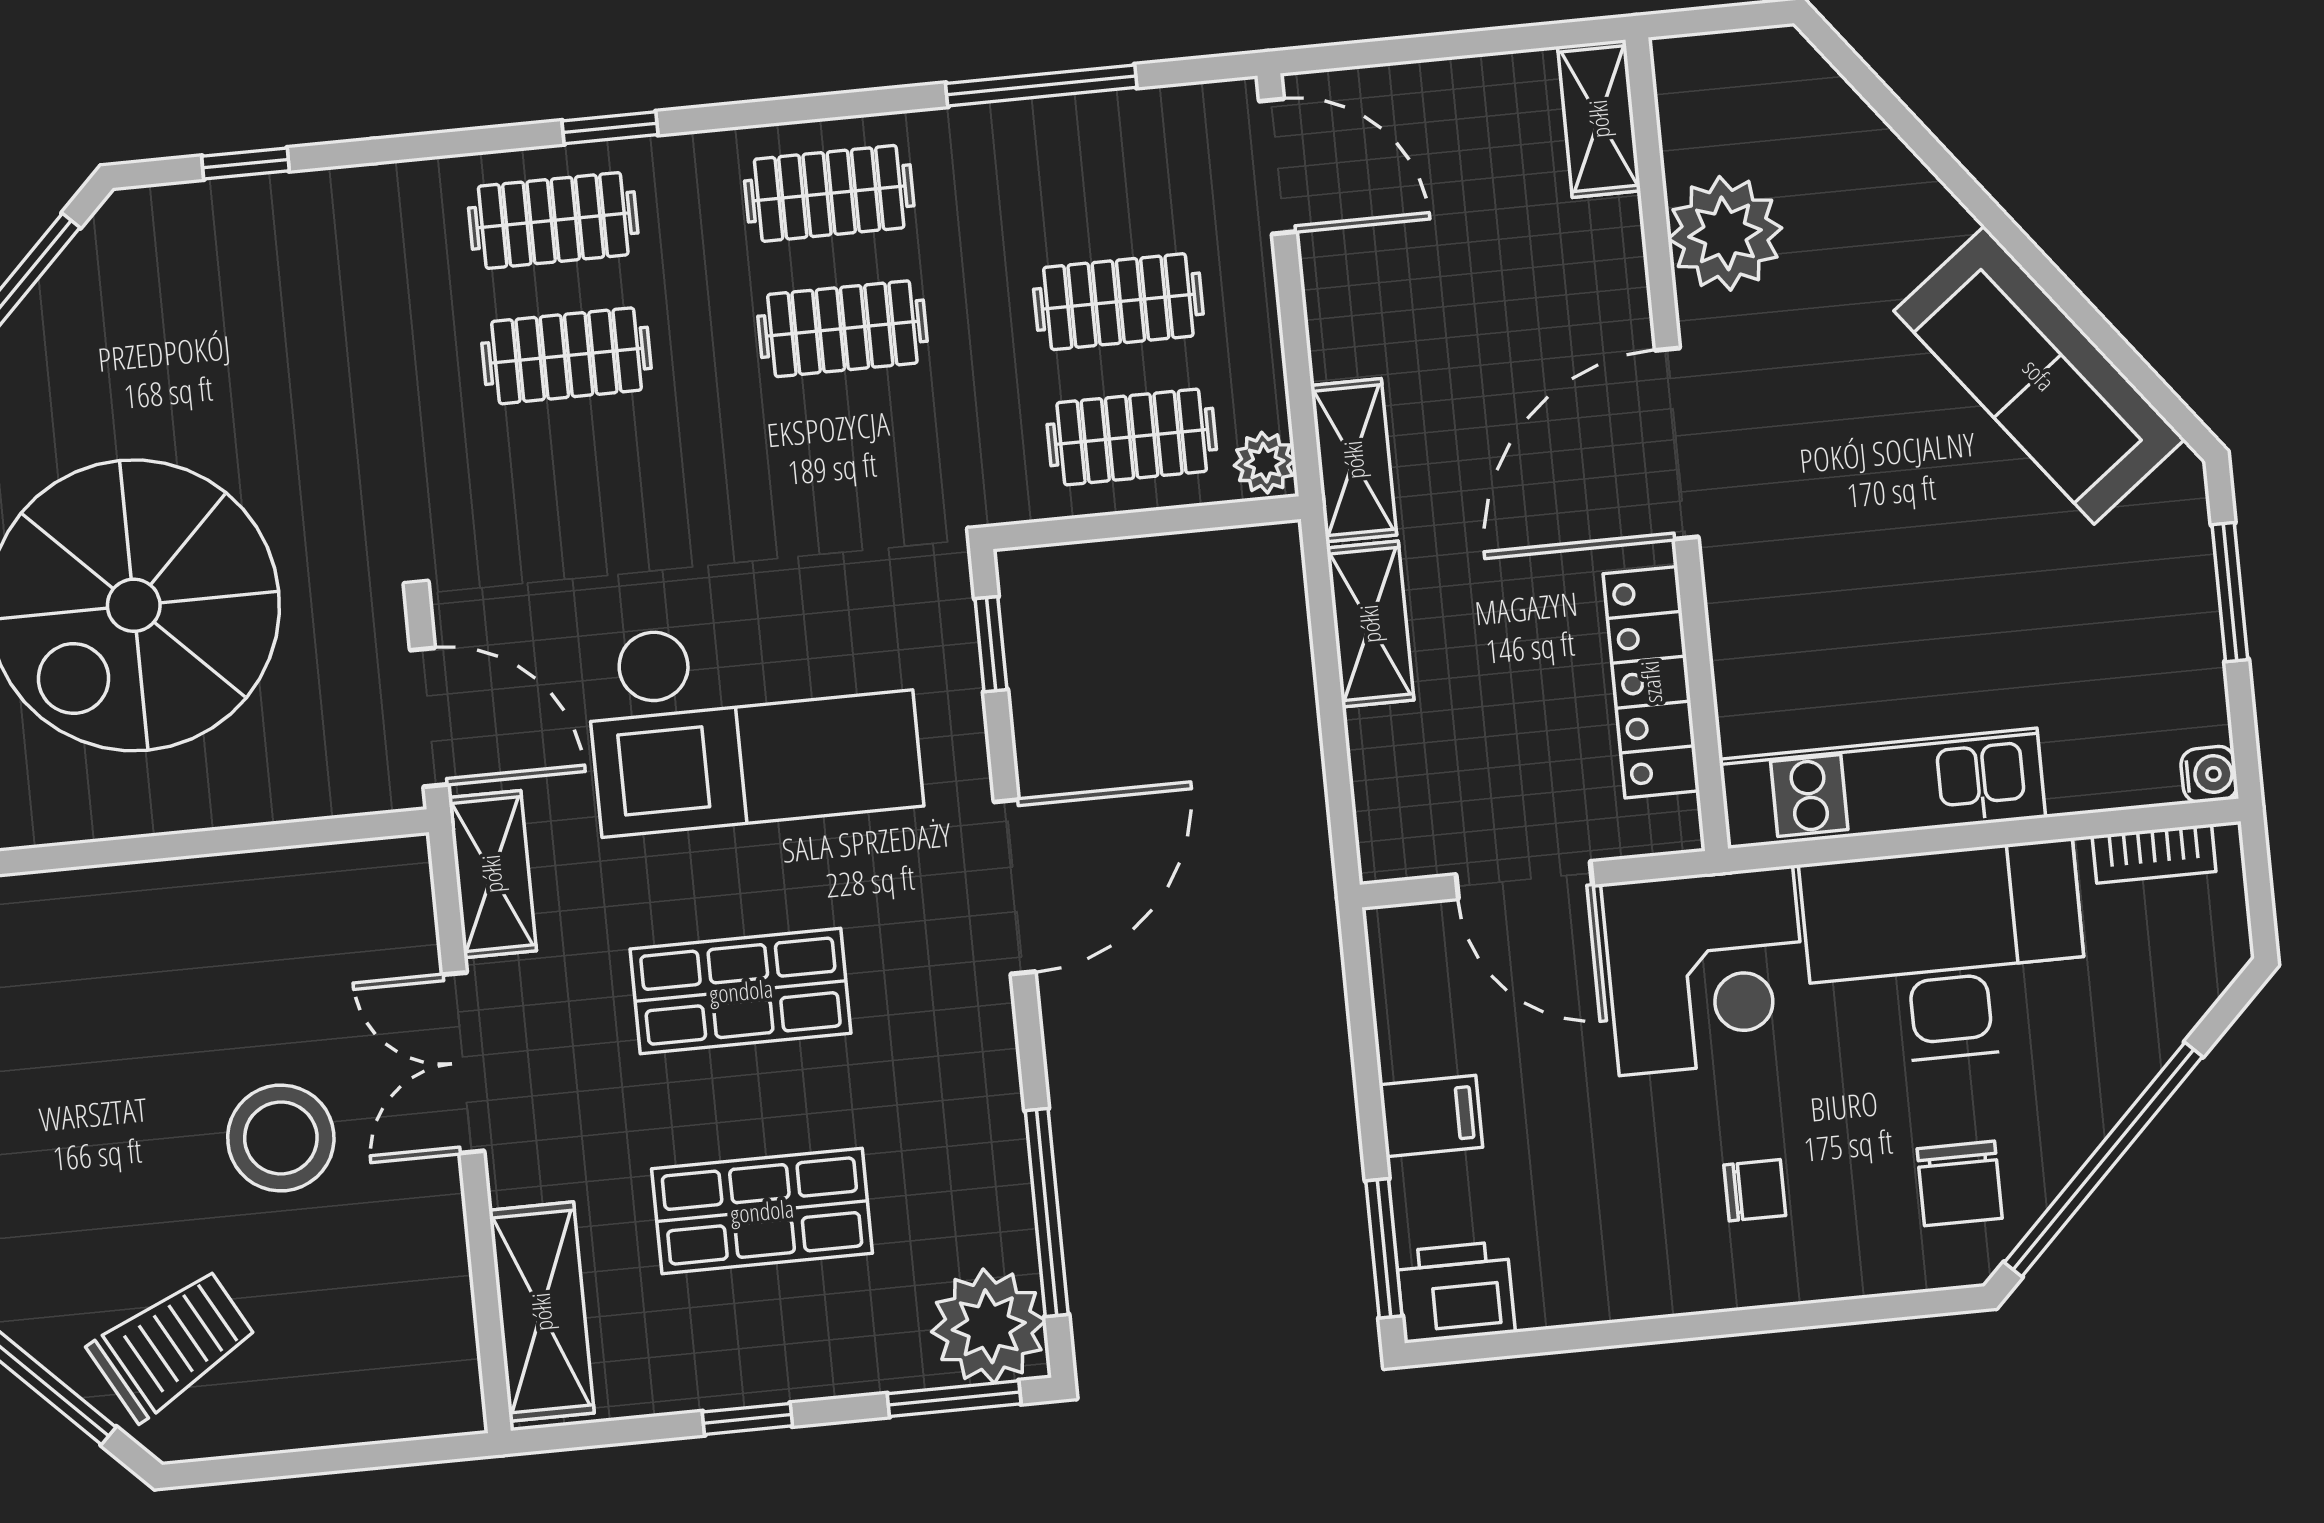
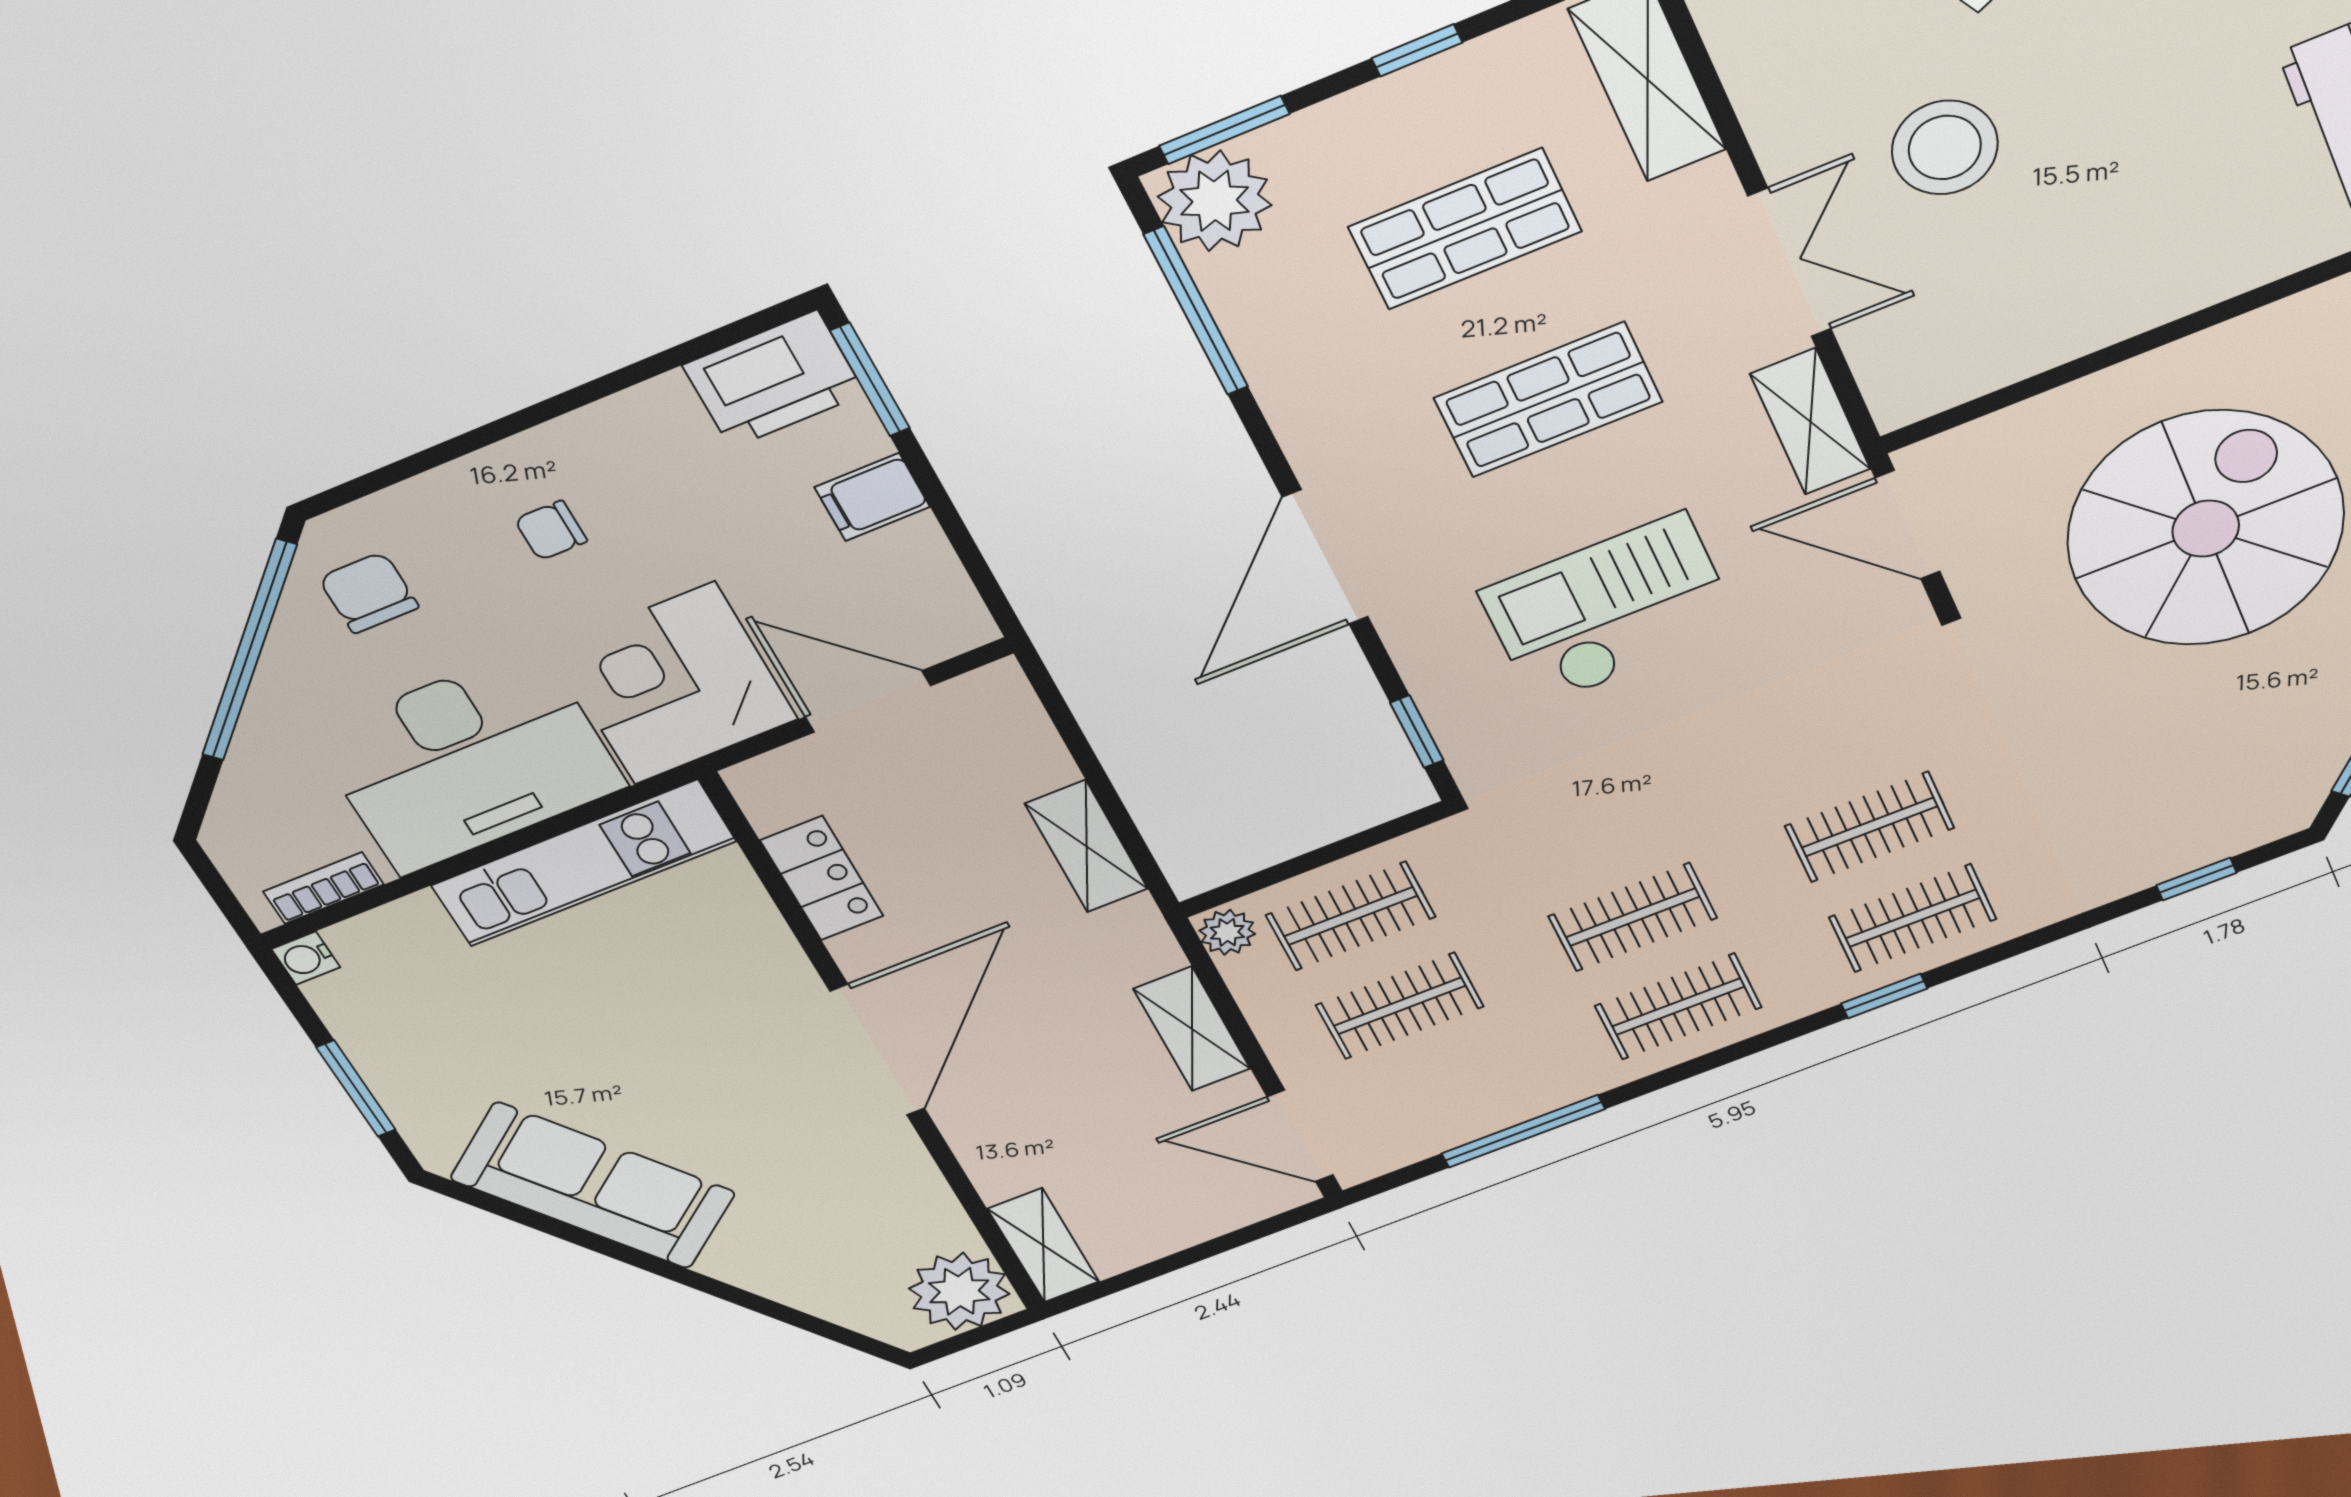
plant: (1725, 233) -> (959, 1291), moved
shelving: (1354, 460) -> (1192, 1029), moved
locker: (1651, 682) -> (822, 878), width x0.66
checkout: (753, 722) -> (1610, 610), width x0.73, depth x0.83
printer: (1455, 1292) -> (774, 380), width x1.37, depth x1.19

